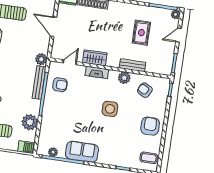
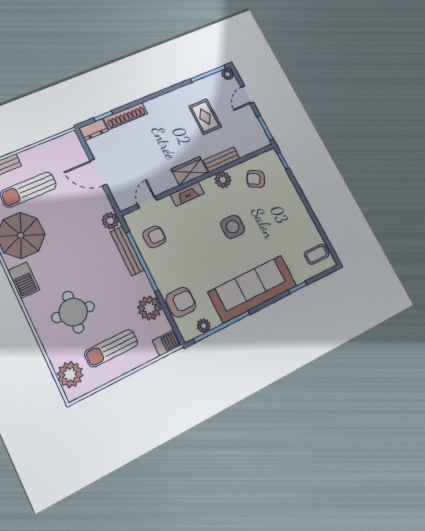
wardrobe: (95, 58) -> (190, 171), moved
armchair: (150, 126) -> (181, 302), moved, turned 90
sofa: (82, 152) -> (253, 289), width x1.85, depth x1.27

